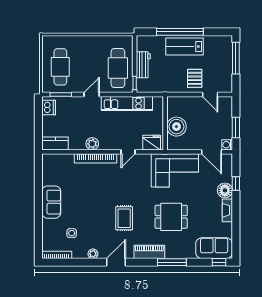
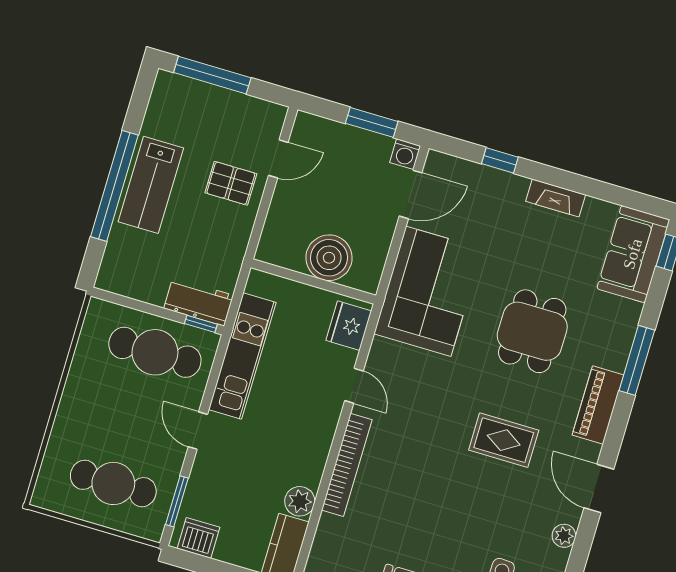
workbench: (143, 65) -> (199, 302), moved
plant: (92, 144) -> (300, 501), moved
floor lamp: (225, 190) -> (508, 190), removed

